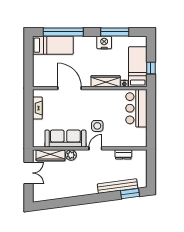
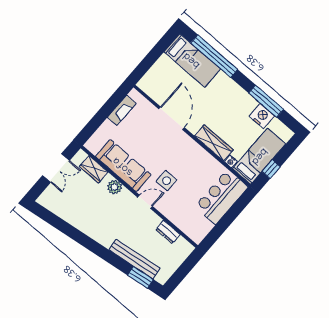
nightstand: (104, 42) -> (262, 116), moved
wardrobe: (50, 155) -> (94, 169), width x0.67

